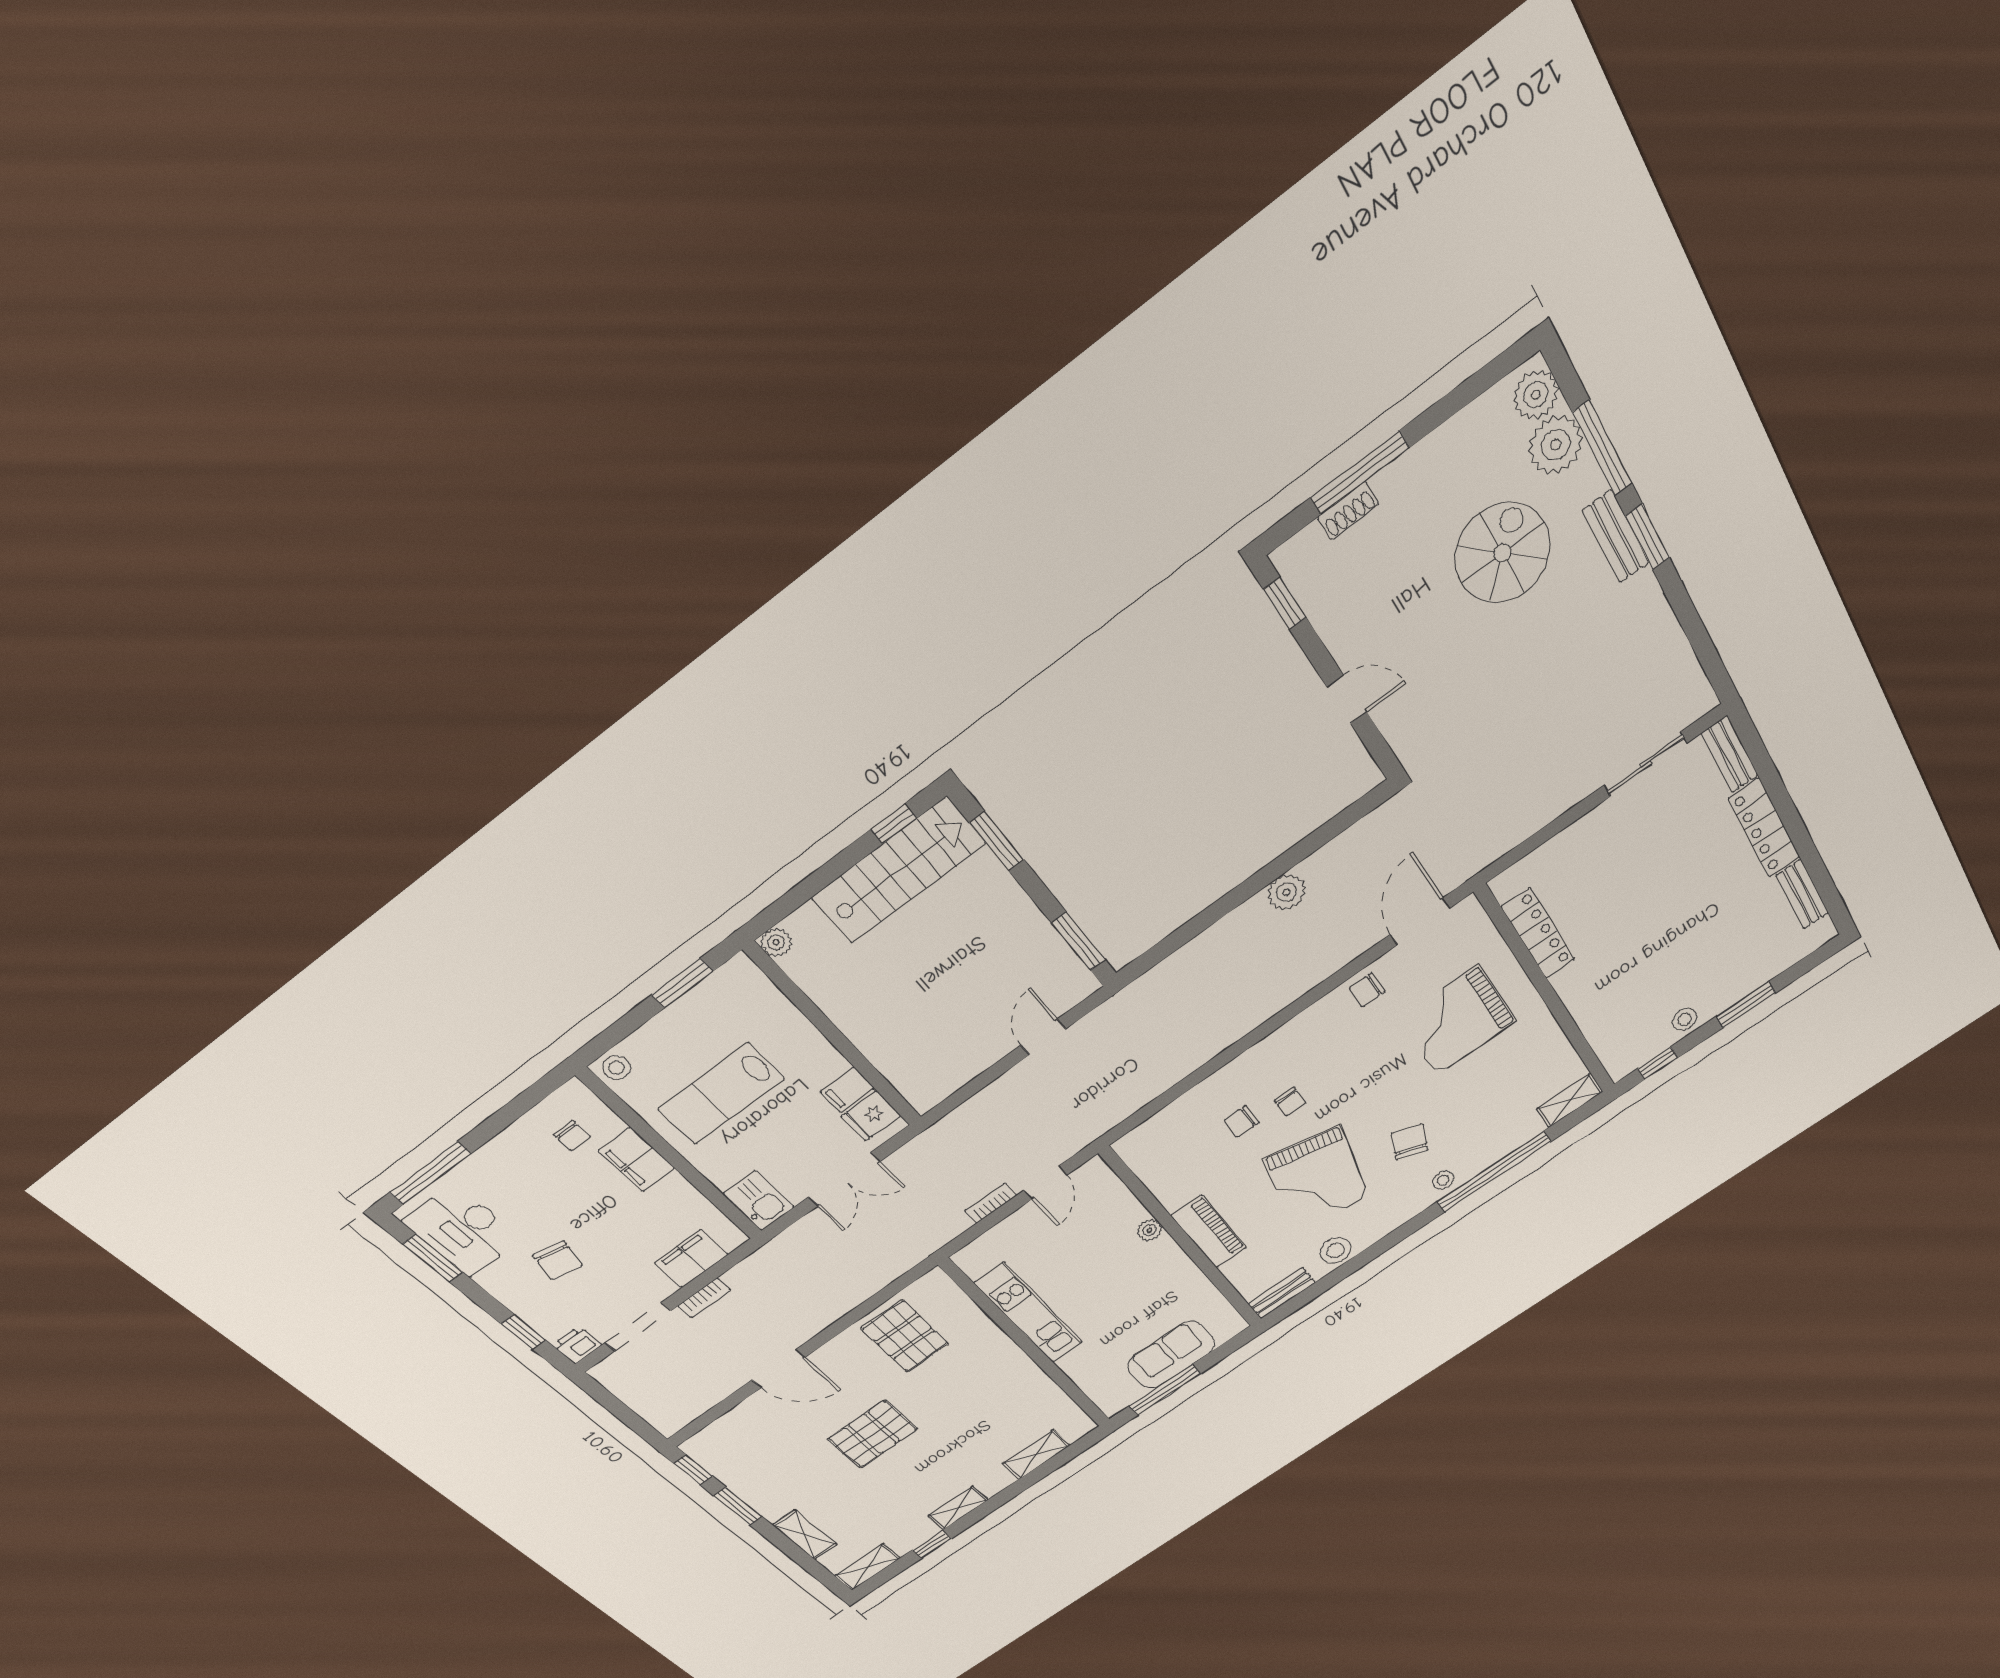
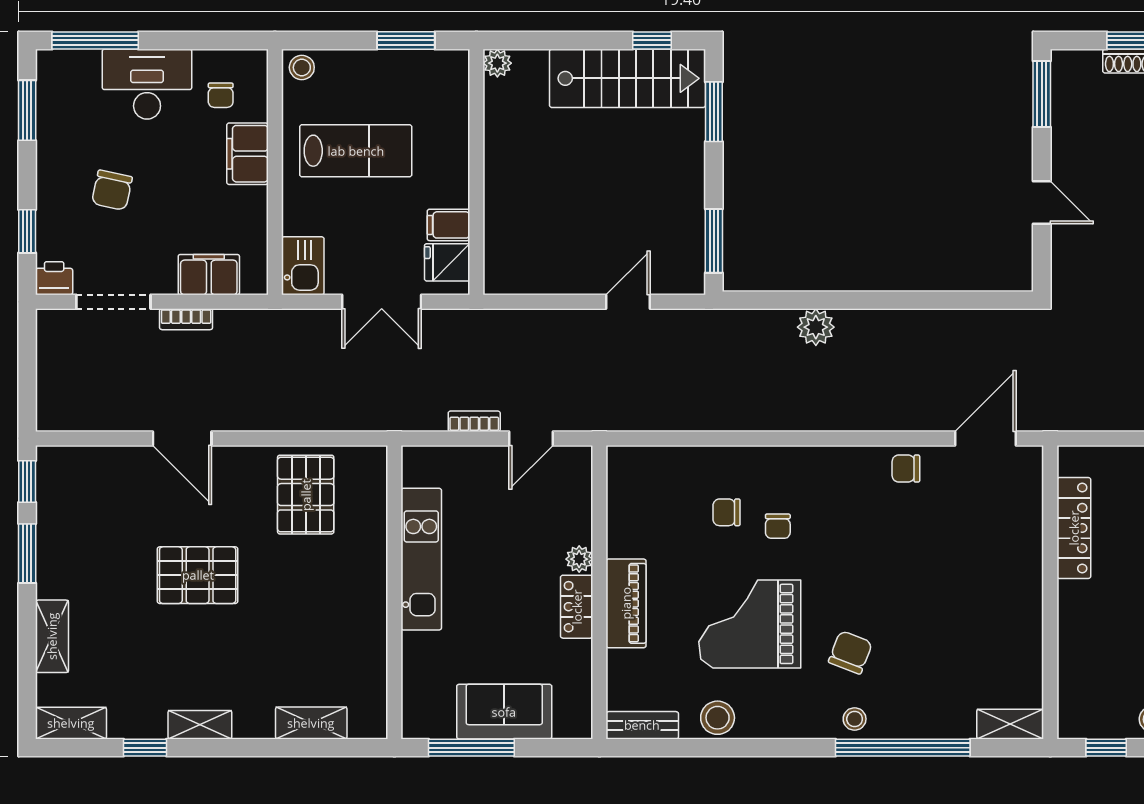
window: (1285, 603) -> (1042, 94), width x1.50
plant: (1287, 892) -> (816, 327), moved
grand piano: (1457, 1021) -> (961, 560), removed
lab bench: (721, 1094) -> (356, 151), turned 180
grand piano: (1316, 1178) -> (750, 624), turned 77
desk: (462, 1230) -> (147, 84), moved, turned 90
locker: (1173, 1259) -> (577, 607), added

